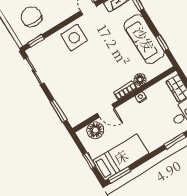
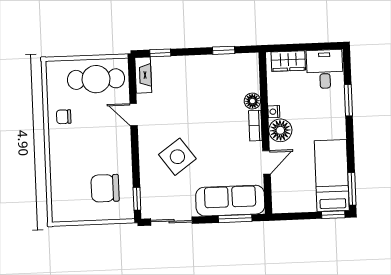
side table: (74, 38) -> (177, 157), moved, turned -36
sofa: (144, 39) -> (230, 201), moved, turned 180
floor lamp: (95, 130) -> (280, 130), moved
window: (89, 161) -> (333, 215), moved

